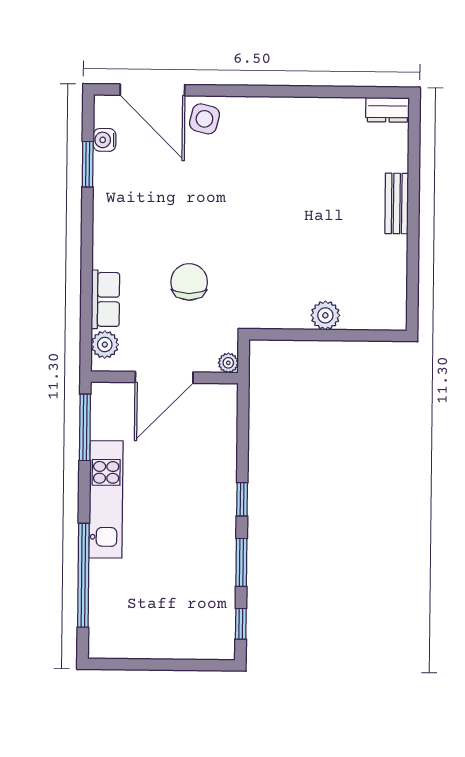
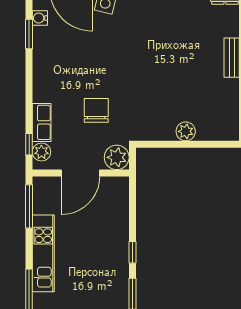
window: (86, 333) -> (29, 144), added
plant: (228, 363) -> (117, 157), width x1.88, depth x1.88

